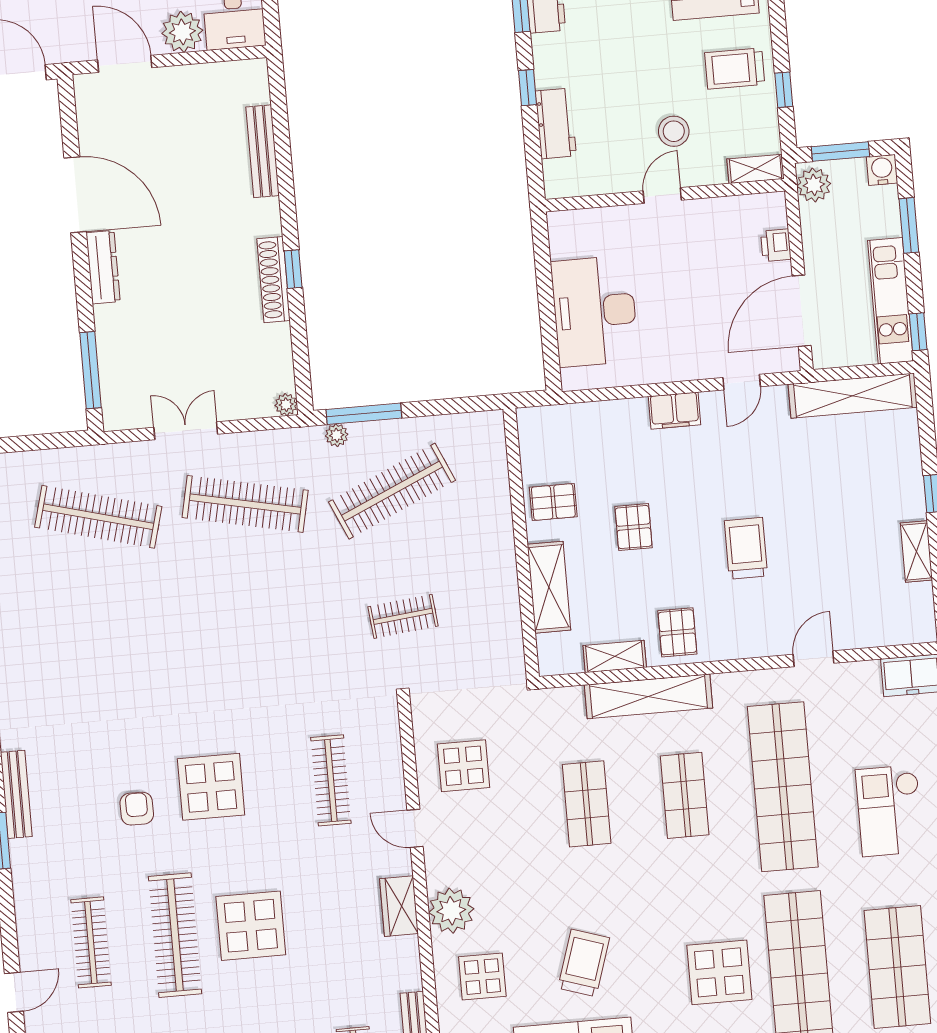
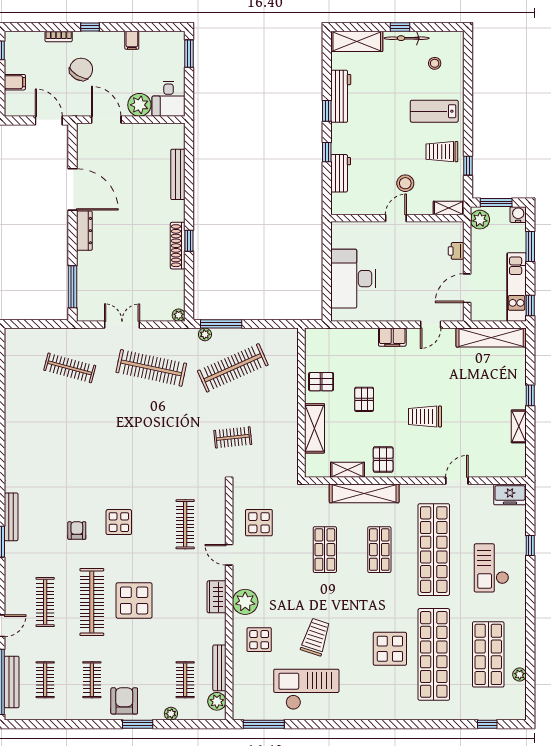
door: (802, 311) -> (467, 288), width x0.73
clothes rail: (98, 517) -> (70, 368), width x0.73, depth x0.76
trolley: (746, 548) -> (425, 416), turned -90
display table: (211, 787) -> (119, 522), width x0.73, depth x0.73

